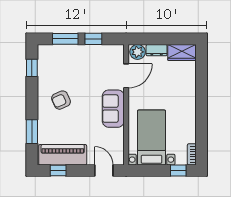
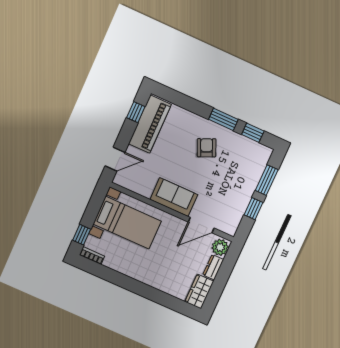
door: (126, 76) -> (201, 225), hinge flipped
window: (32, 132) -> (223, 119), moved

